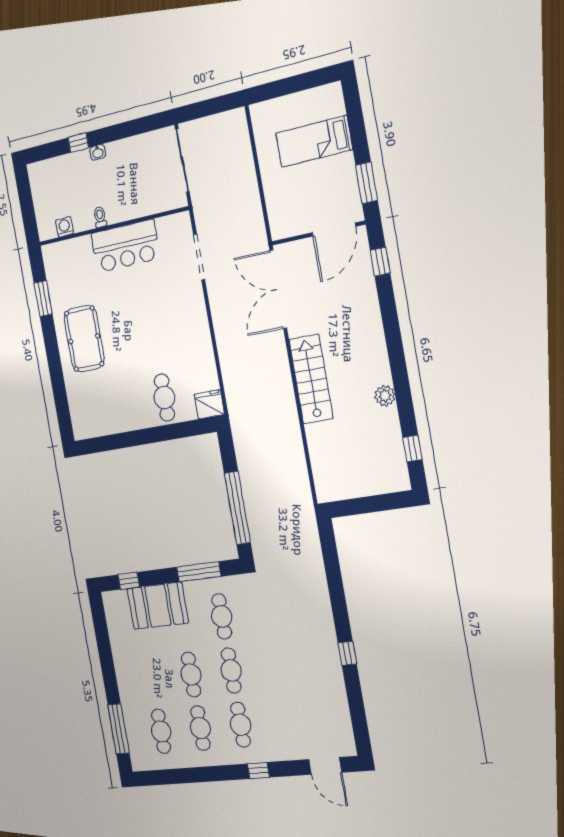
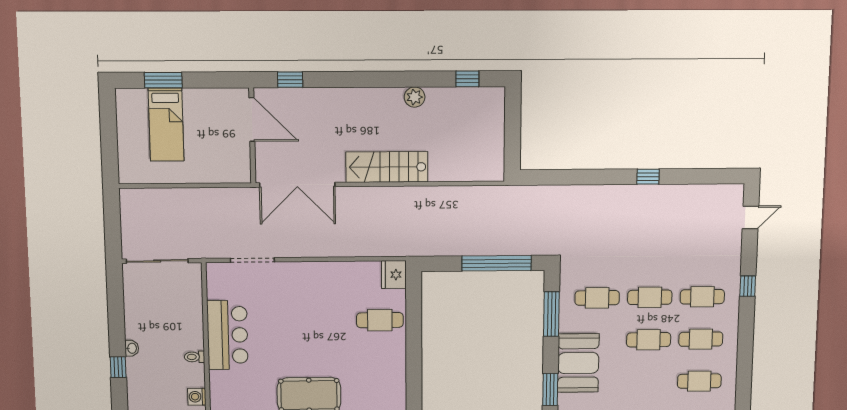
window: (367, 183) -> (163, 80), moved
window: (129, 581) -> (550, 389), width x1.50
door: (325, 766) -> (750, 217), width x0.73

